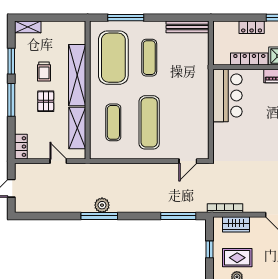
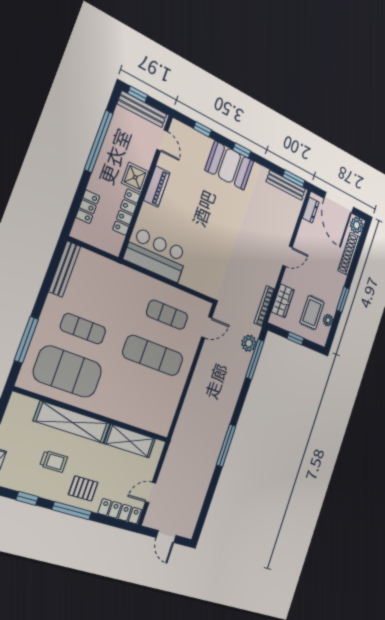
locker: (252, 27) -> (88, 207), moved
window: (11, 61) -> (27, 498), width x0.67
pallet: (46, 101) -> (83, 488), moved
exercise mat: (113, 122) -> (167, 315), moved
locker: (21, 147) -> (120, 511), width x1.53
door: (58, 161) -> (151, 492), moved
door: (188, 161) -> (207, 327), hinge flipped
plant: (102, 205) -> (249, 343), moved

